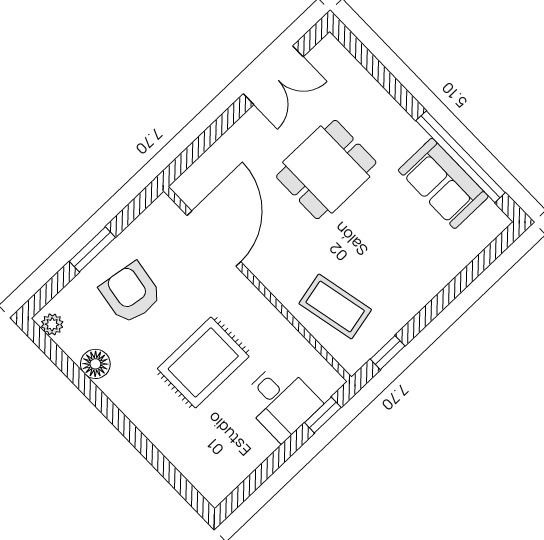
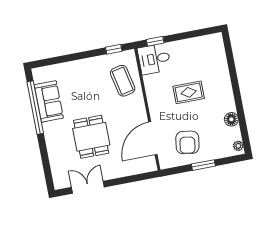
dining table: (326, 170) -> (91, 137), turned 90
armchair: (131, 293) -> (187, 142), moved
rug: (203, 362) -> (189, 92), width x0.73, depth x0.70
desk: (281, 401) -> (154, 59), moved, turned -90

